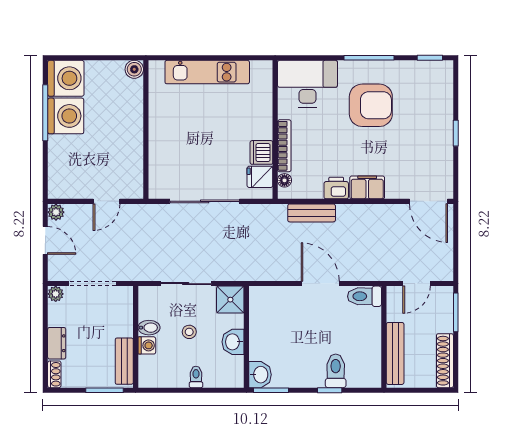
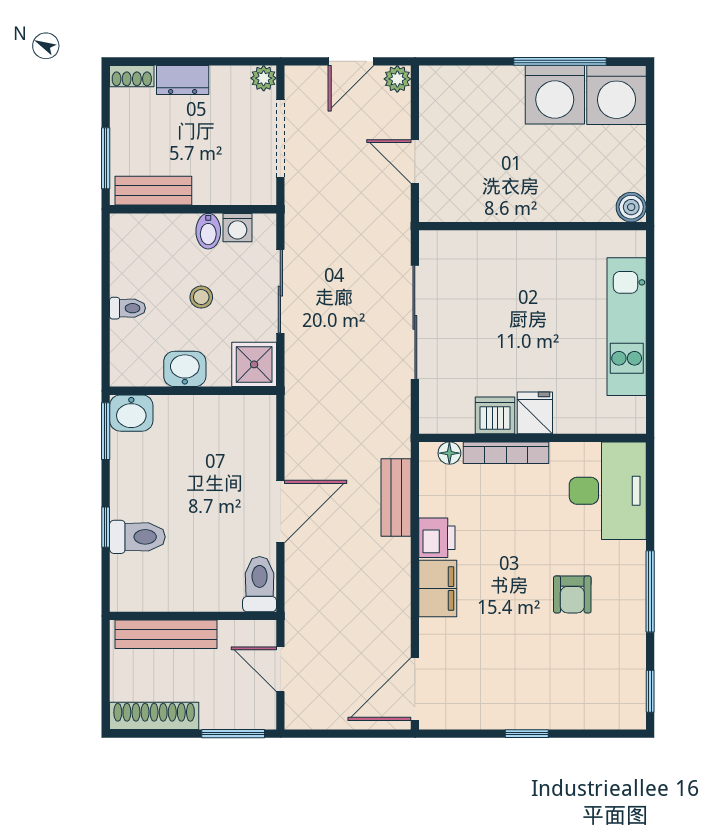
armchair: (371, 105) -> (572, 594), width x0.53, depth x0.53
fridge: (260, 177) -> (535, 413), moved
washing machine: (147, 345) -> (237, 228), moved

